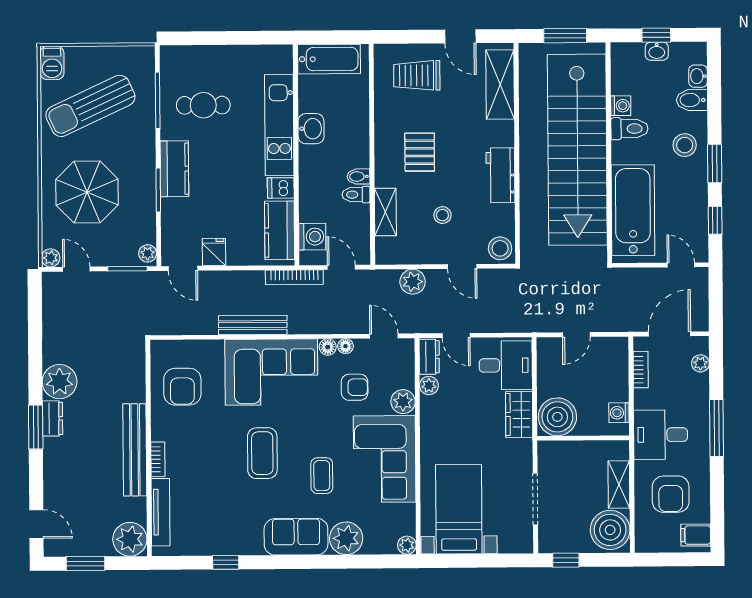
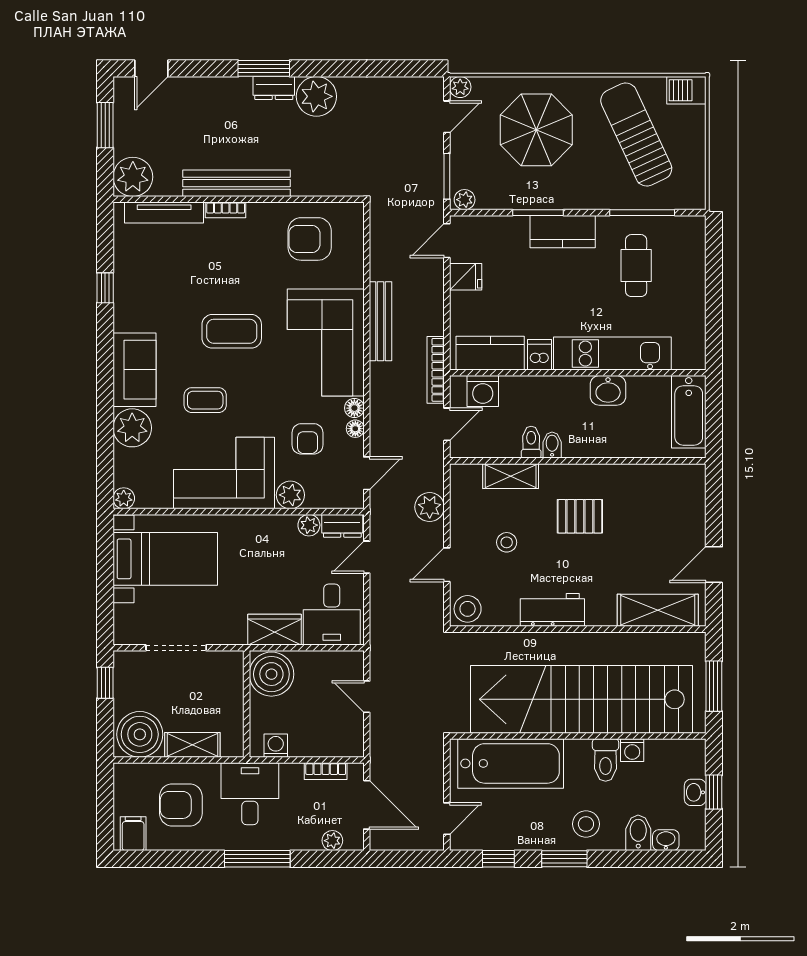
trolley: (417, 75) -> (669, 514), removed

